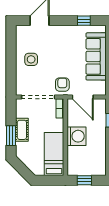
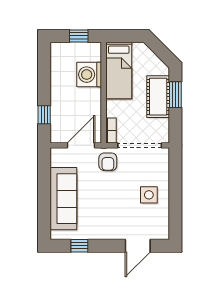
door: (83, 97) -> (81, 145), hinge flipped
cot: (22, 130) -> (158, 97), width x1.37, depth x1.34
washing machine: (77, 136) -> (89, 75), moved

